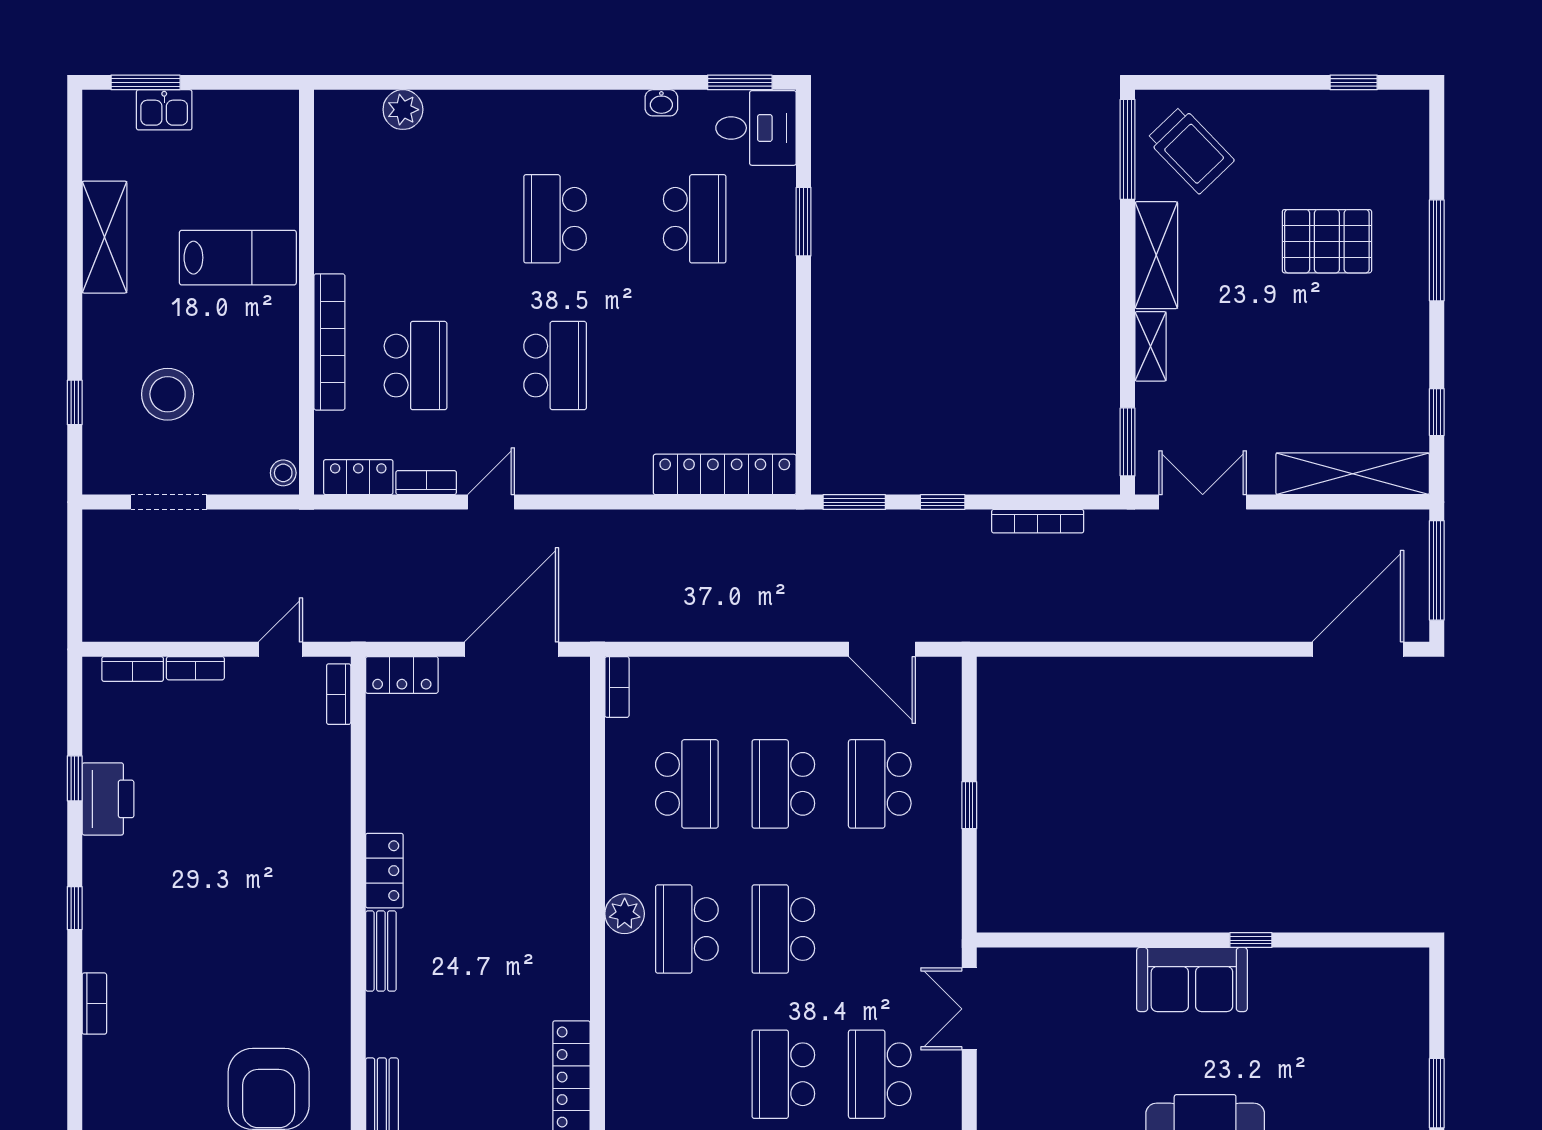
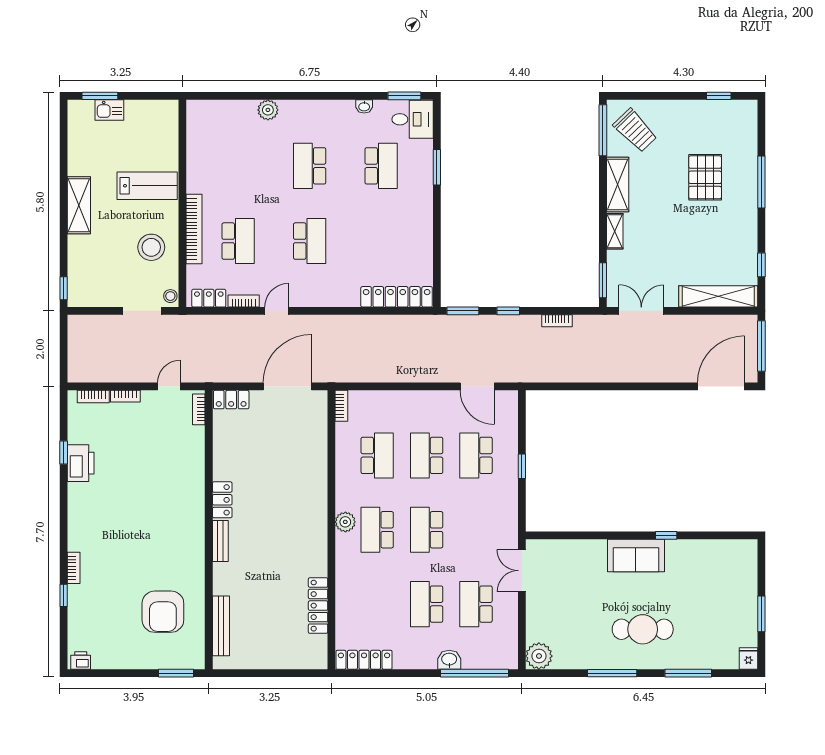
plant: (403, 110) -> (268, 110), moved
shelving: (104, 237) -> (79, 205), moved
pallet: (1327, 241) -> (705, 177), turned 90
stool: (168, 394) -> (151, 247), moved
window: (75, 402) -> (64, 288), moved
doorway: (169, 502) -> (142, 311), moved
bookcase: (1038, 521) -> (557, 321), width x0.64
window: (75, 908) -> (64, 595), moved

